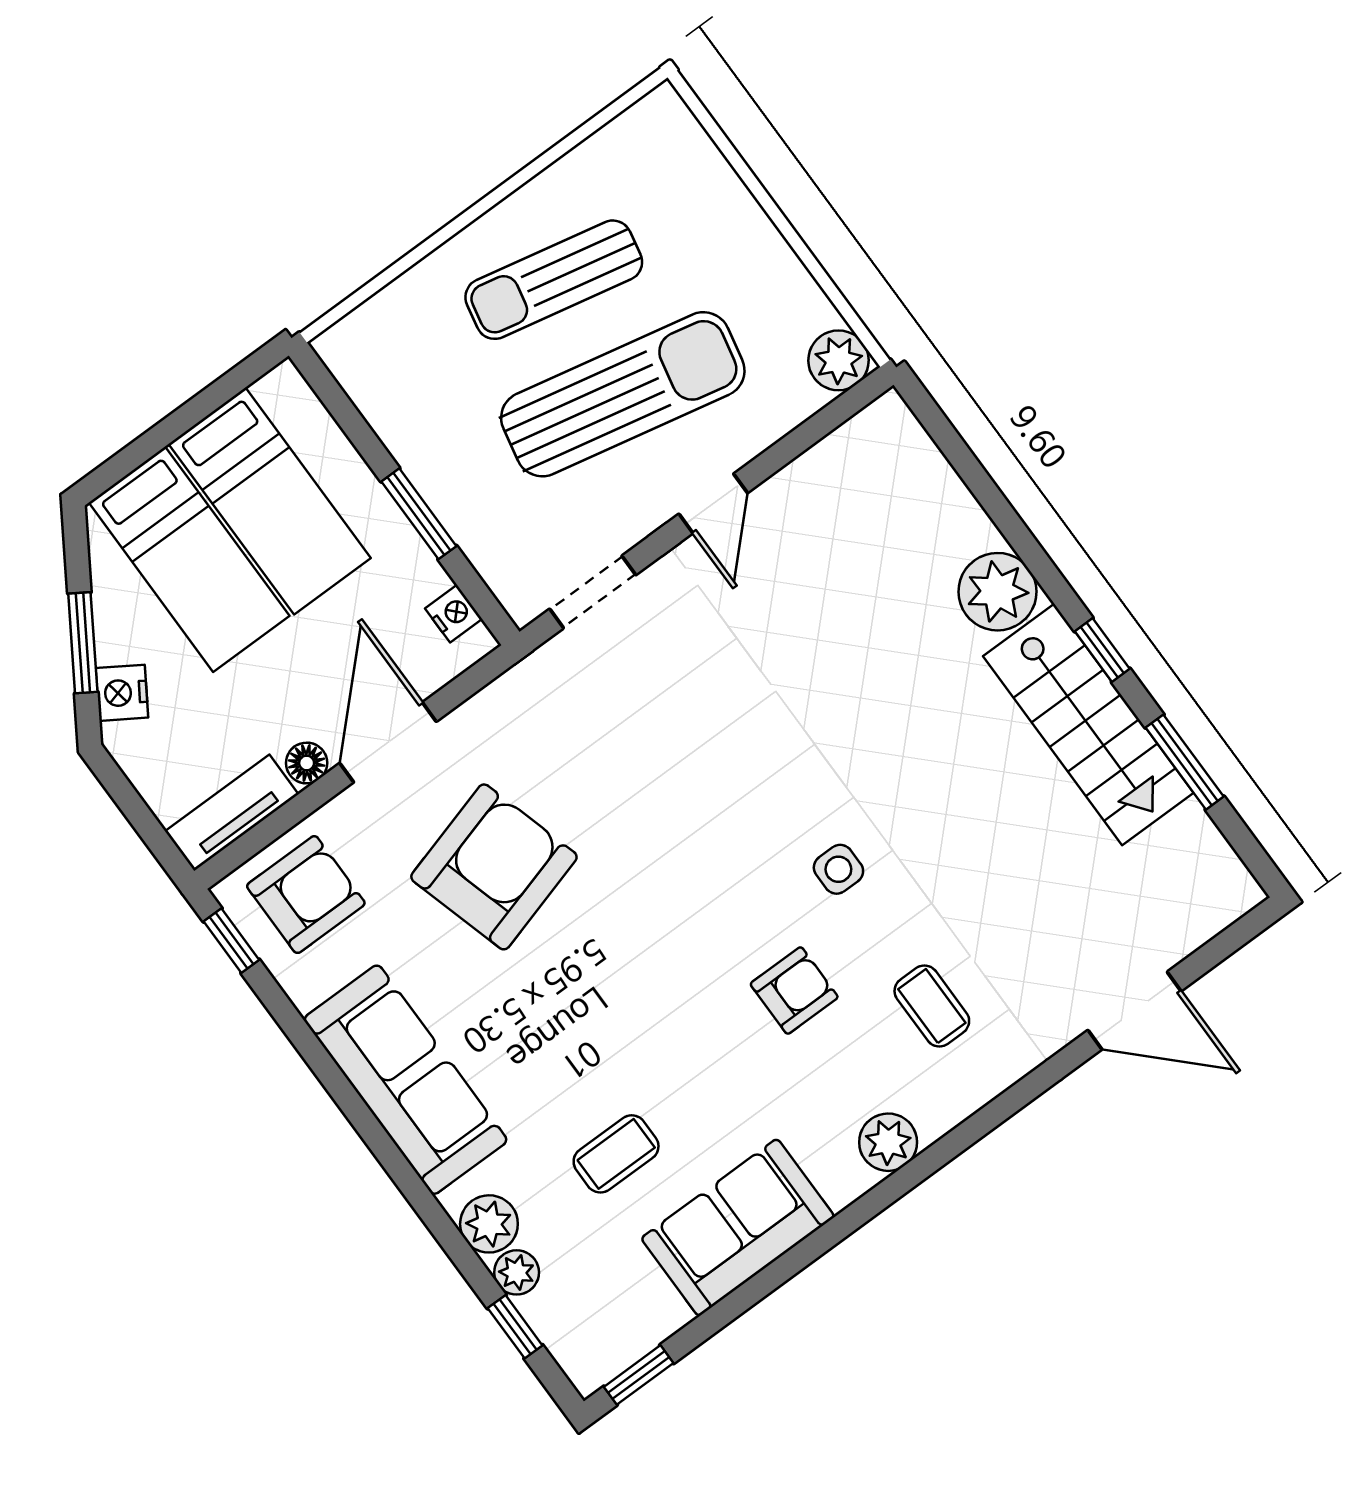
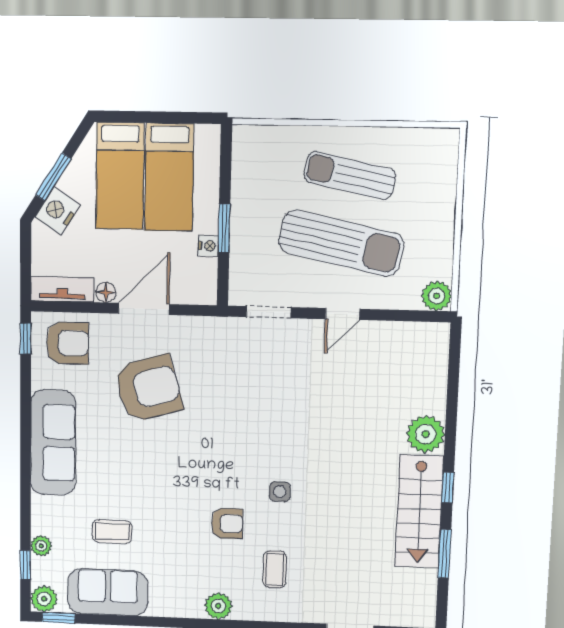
nightstand: (454, 614) -> (208, 246), moved
nightstand: (122, 693) -> (57, 211), width x1.36, depth x1.33
plant: (489, 1224) -> (44, 599), moved
sofa: (738, 1228) -> (108, 592), moved

